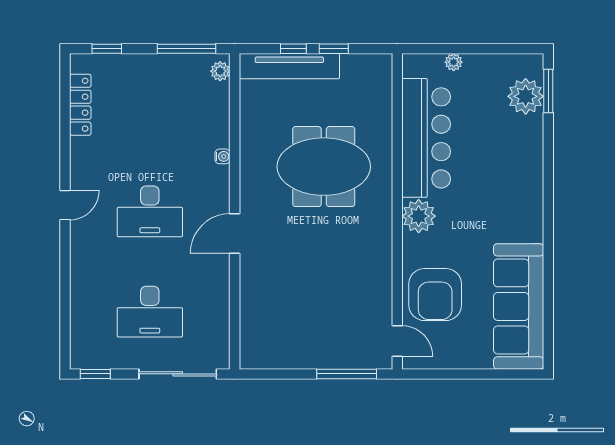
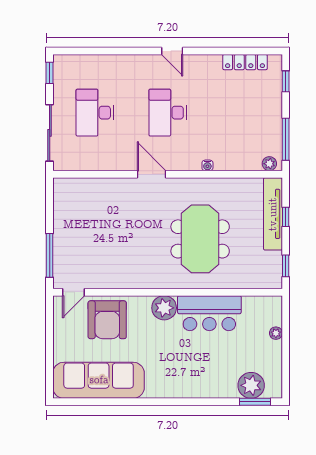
window: (334, 49) -> (286, 266), moved
bar counter: (426, 138) -> (209, 313), width x0.73
armchair: (435, 295) -> (107, 320), turned -90

